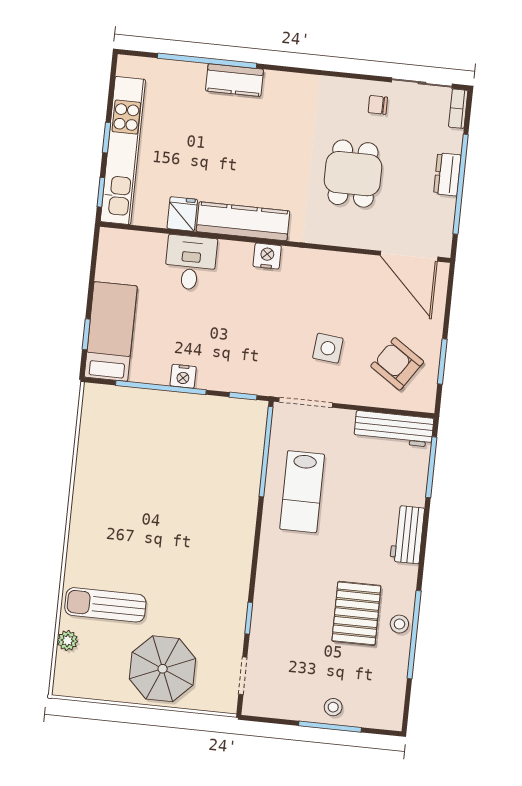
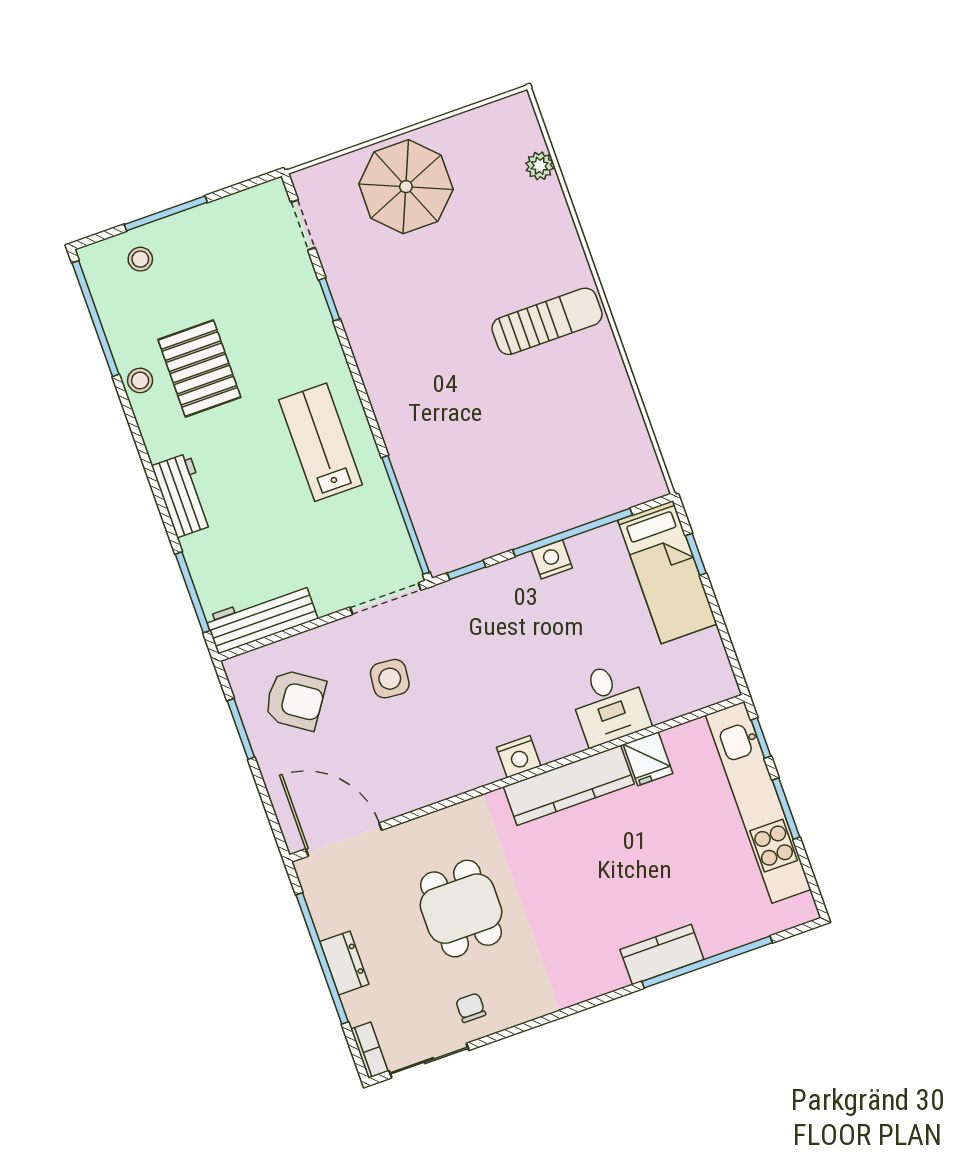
chair: (378, 105) -> (471, 1008), turned -90
window: (107, 138) -> (786, 809), width x1.50
lab bench: (302, 492) -> (321, 442), moved
sun lounger: (105, 605) -> (547, 321), moved
window: (414, 635) -> (96, 319), moved
stool: (333, 707) -> (140, 259), moved

